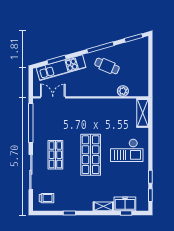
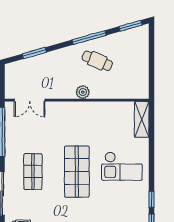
kitchen unit: (61, 68) -> (40, 63), removed
plant: (123, 91) -> (83, 92), moved
double door: (53, 97) -> (30, 100), swing flipped

